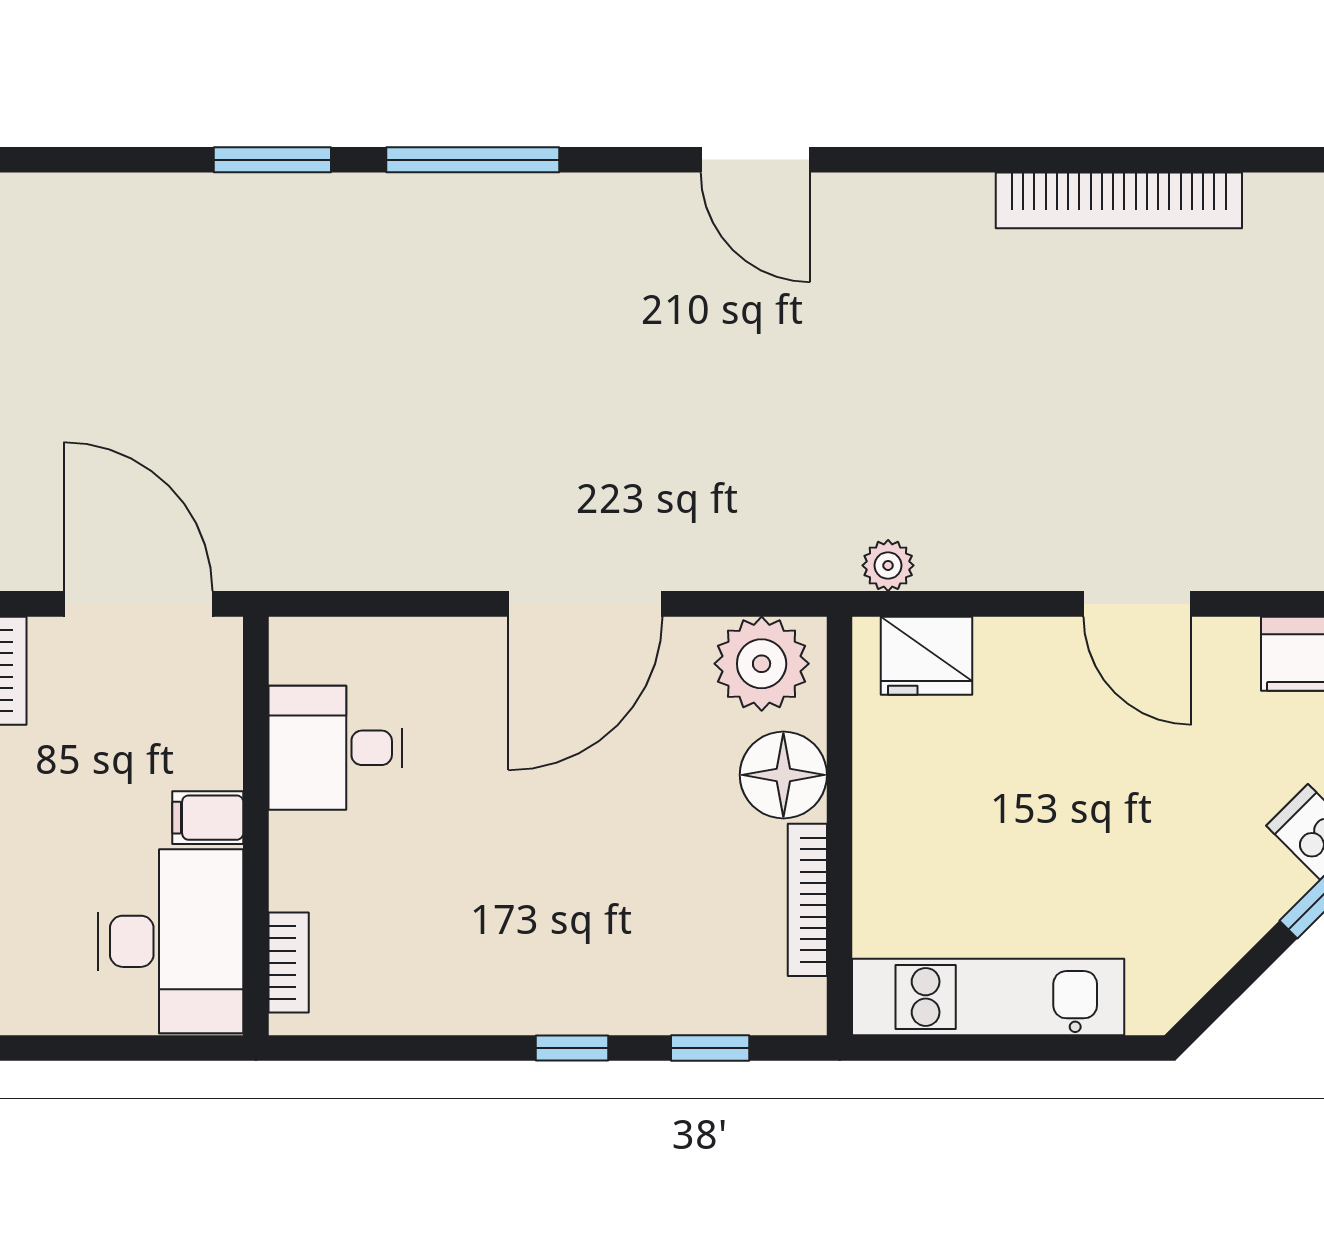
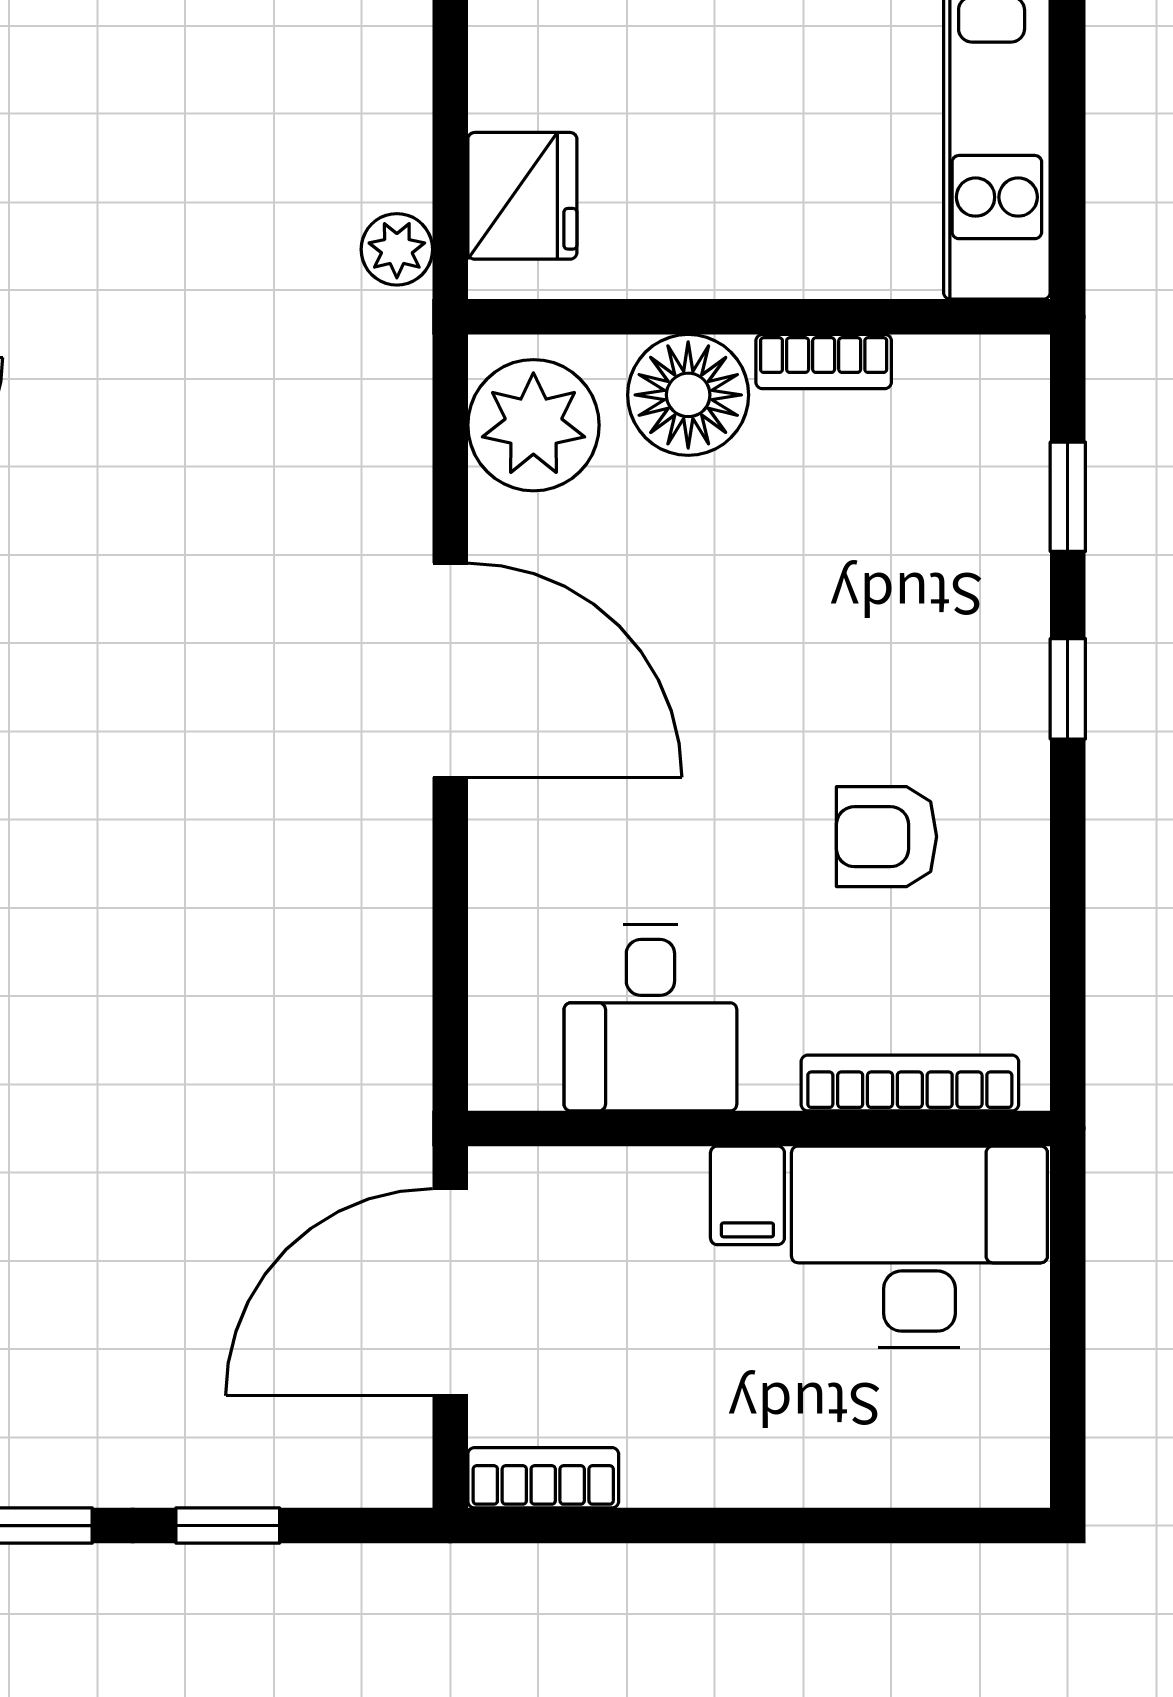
bookcase: (807, 900) -> (824, 362), width x0.64
armchair: (466, 918) -> (886, 837), added
bookcase: (289, 963) -> (910, 1083), width x1.56

